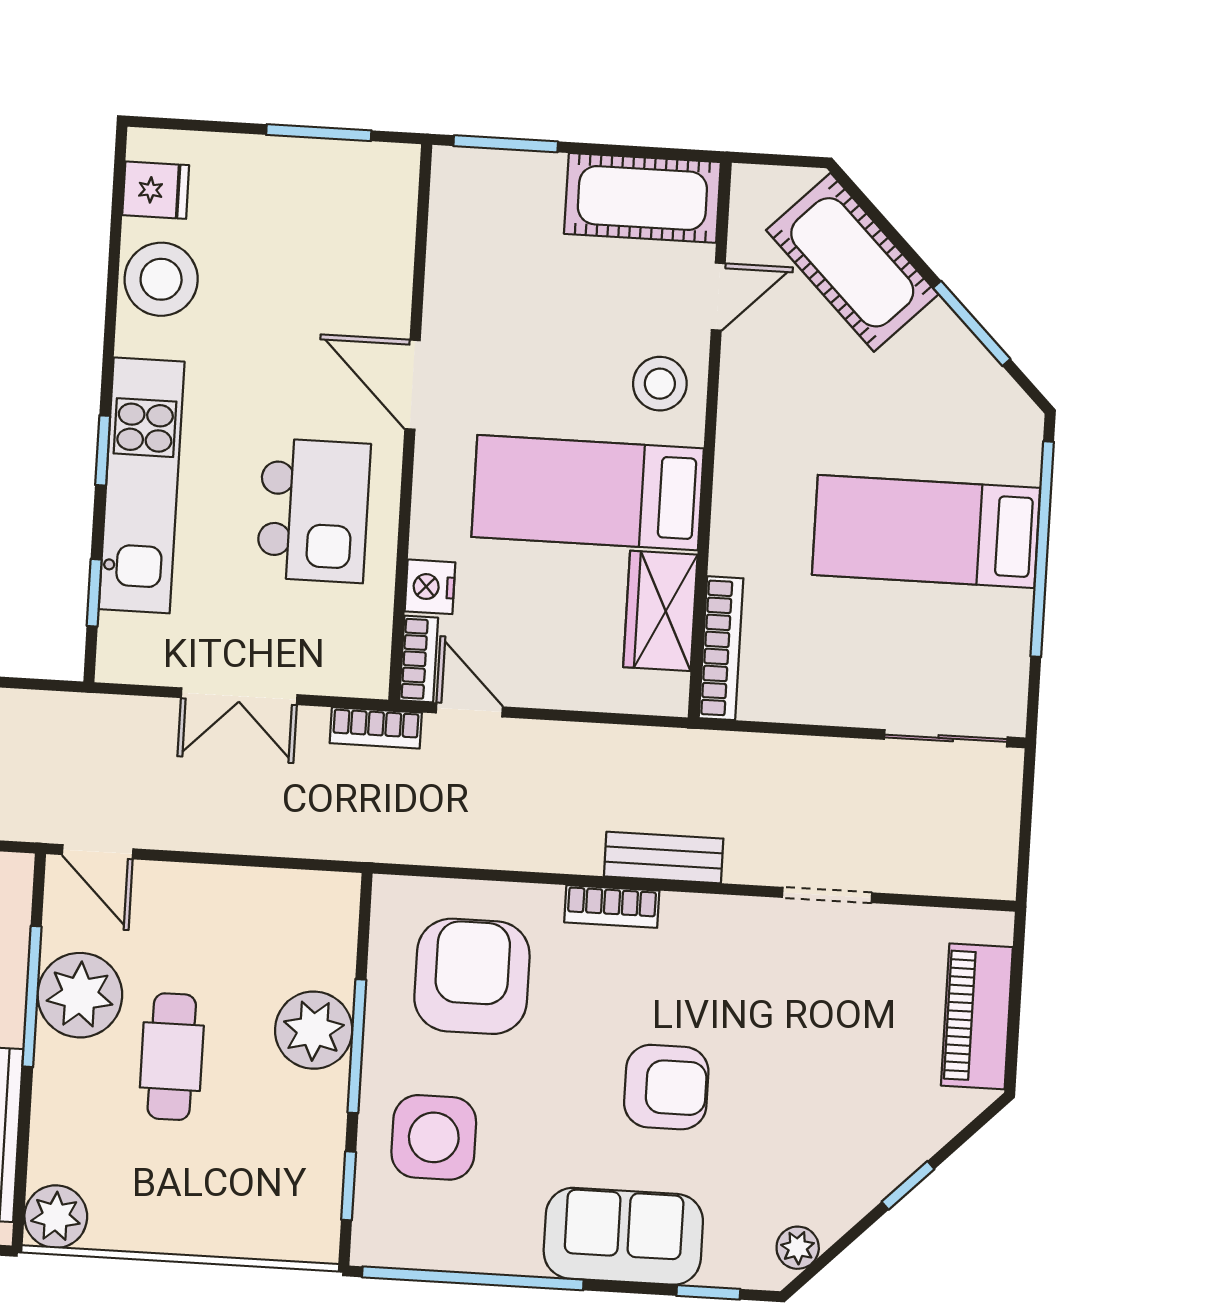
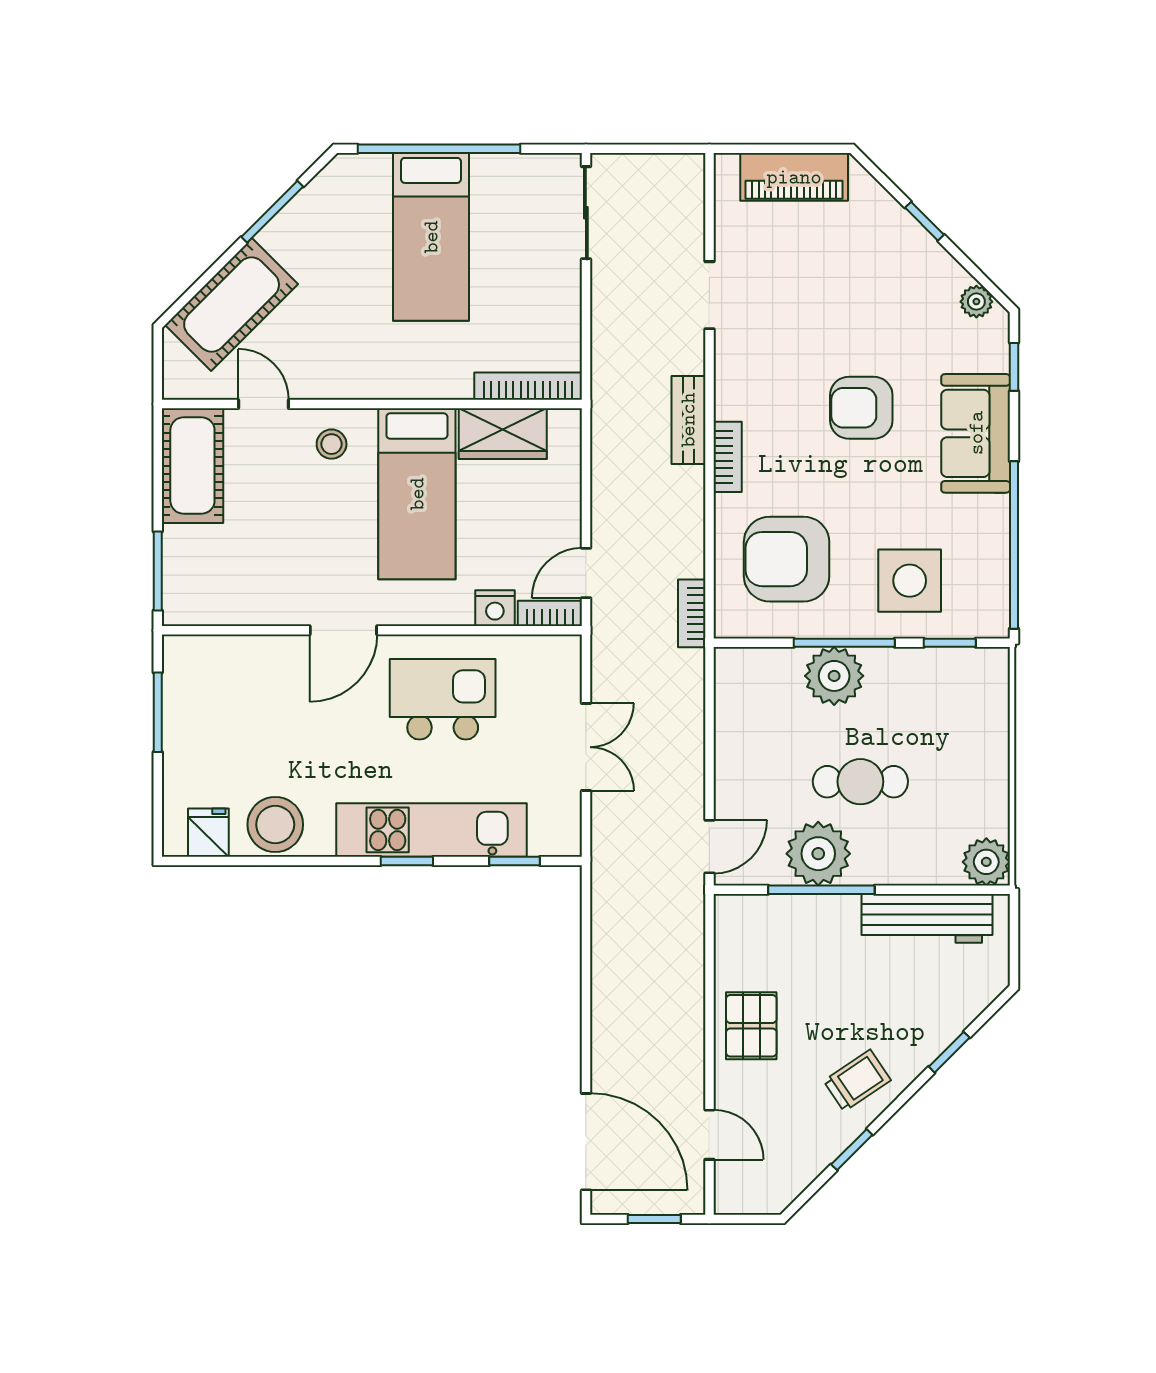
stool: (660, 384) -> (332, 444), width x0.73, depth x0.73
bookcase: (376, 728) -> (692, 613), moved, turned 180
armchair: (666, 1087) -> (861, 408), turned -90

